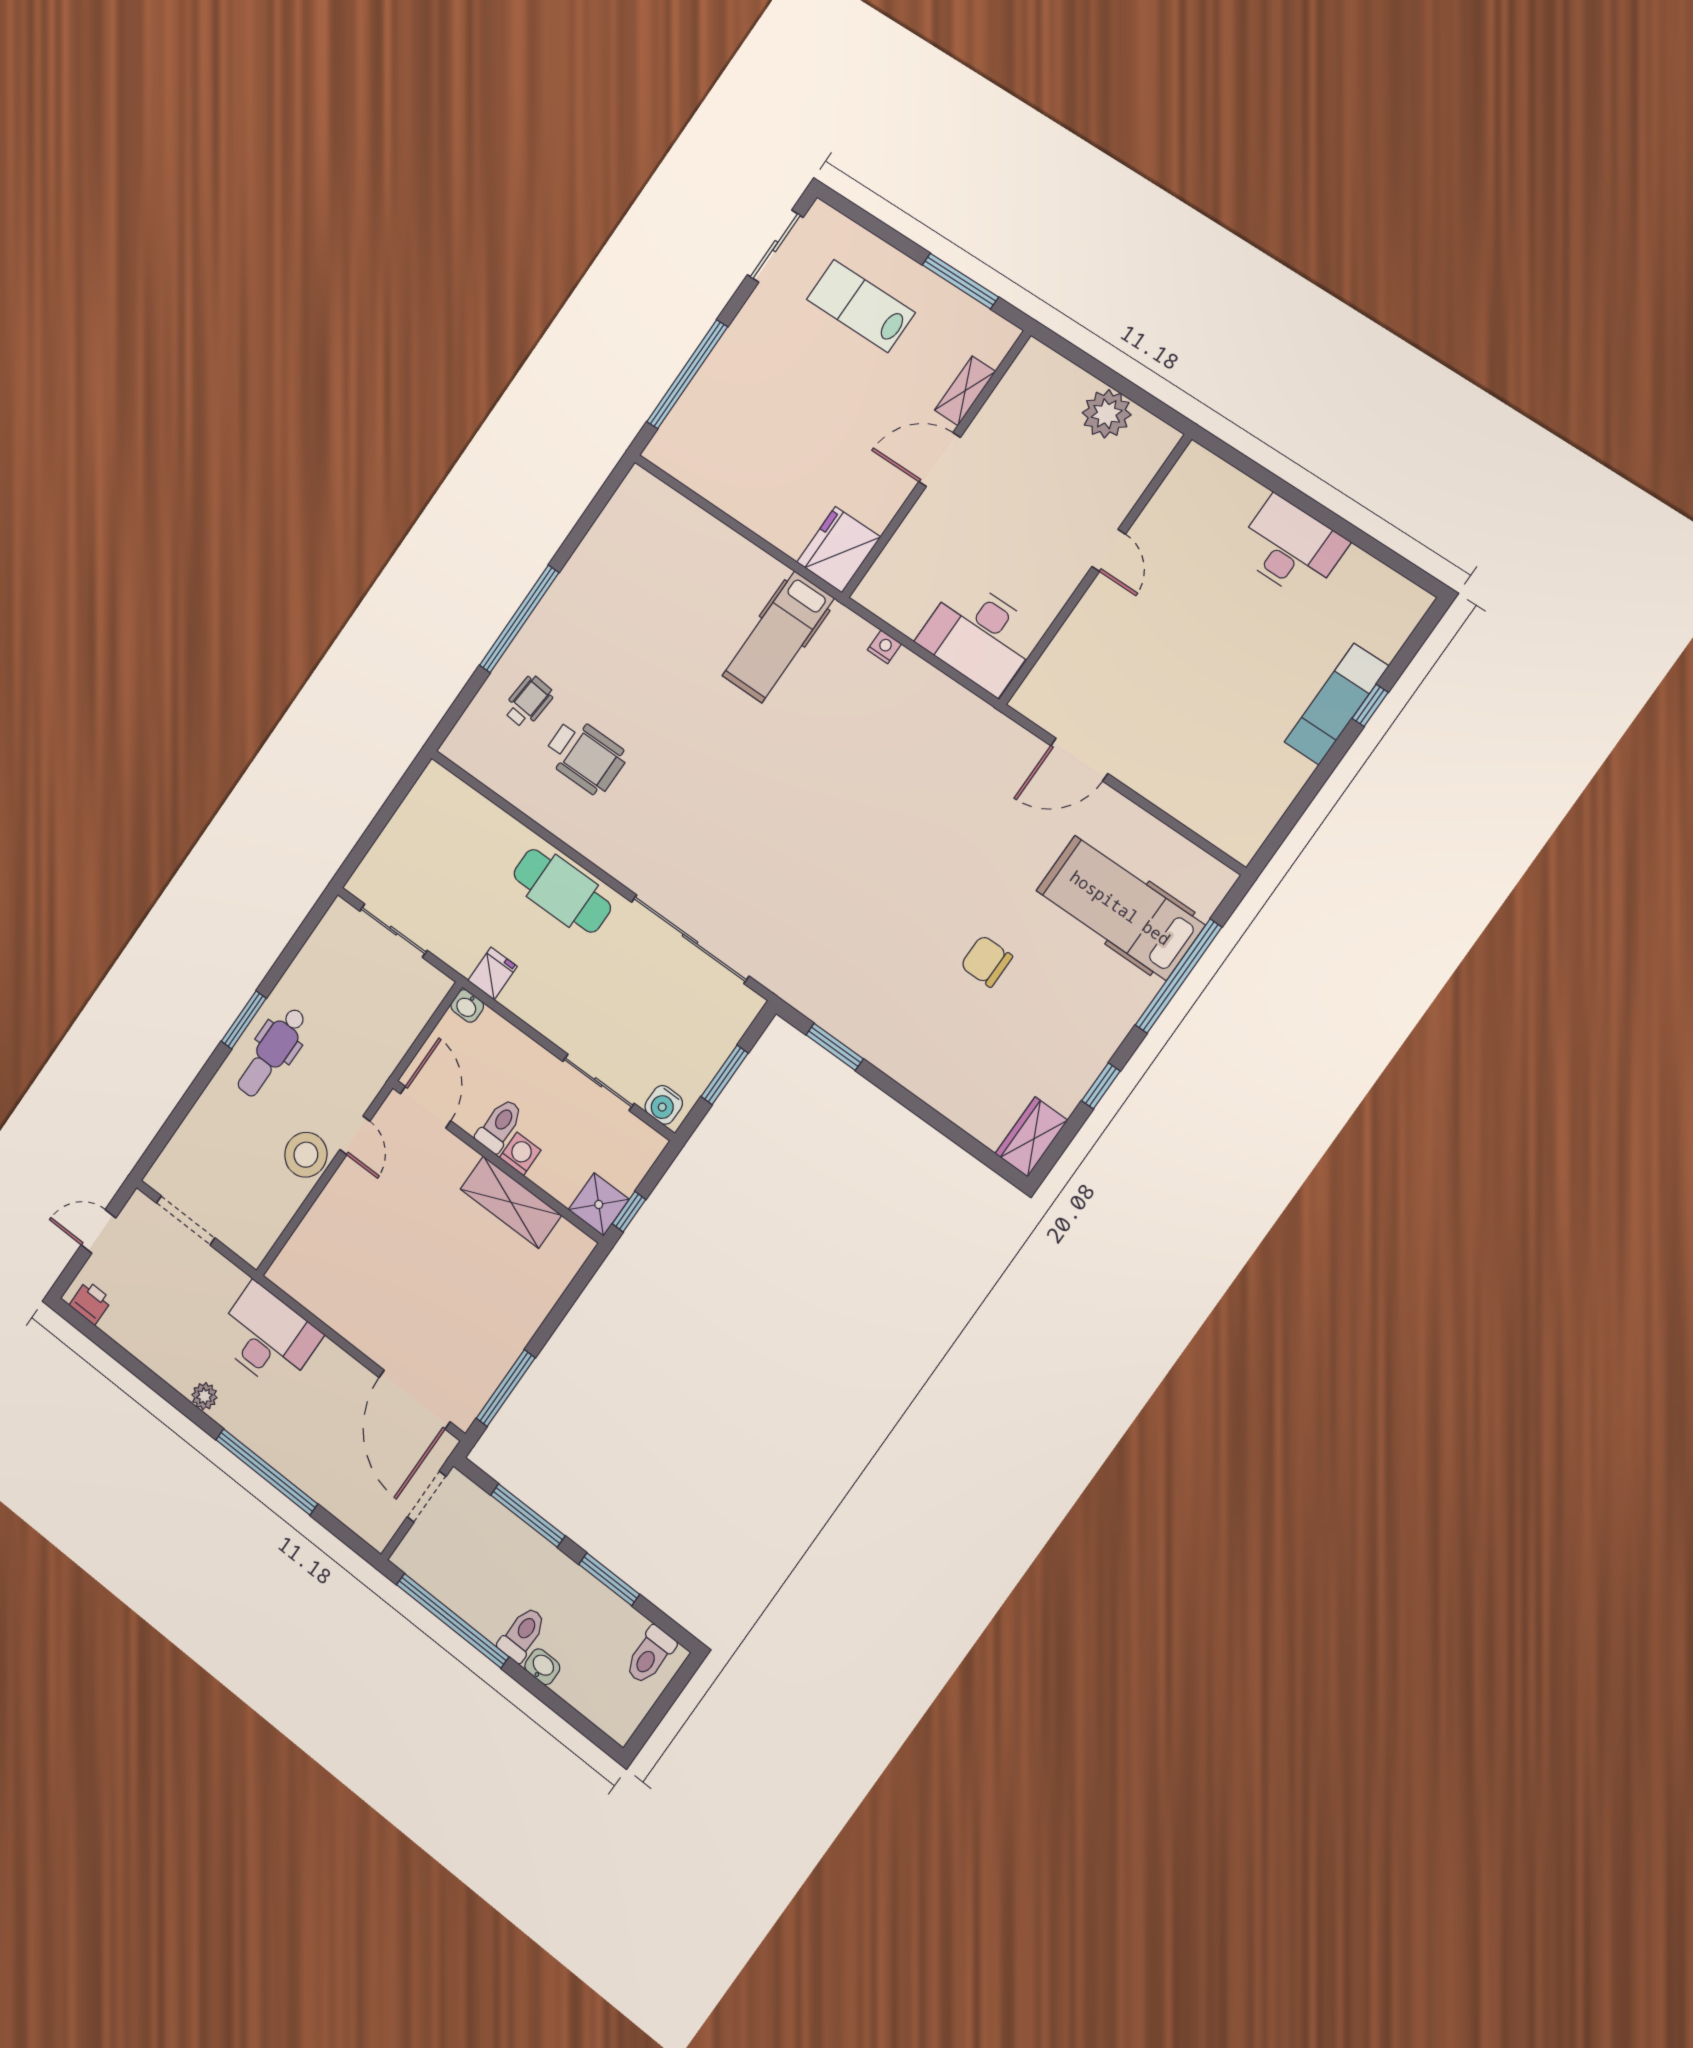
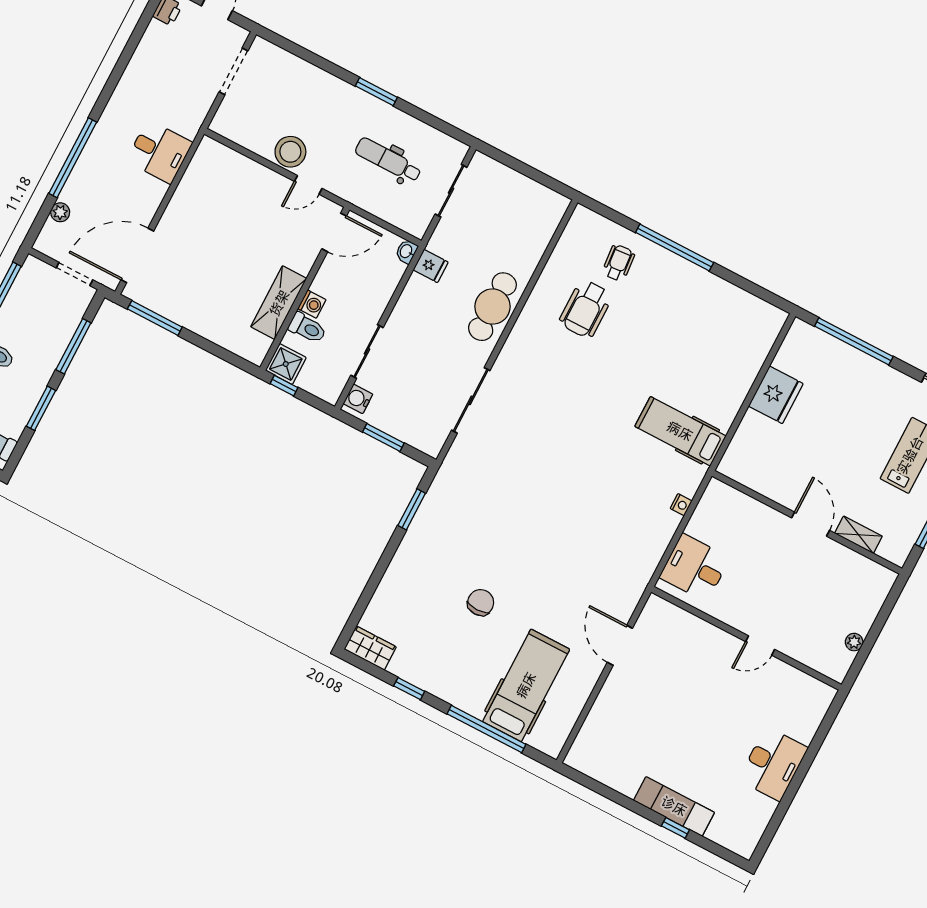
plant: (1107, 414) -> (854, 642), width x0.53, depth x0.53
fridge: (839, 550) -> (776, 395), moved, turned 90
desk: (979, 636) -> (695, 568), width x0.73
wheelchair: (528, 702) -> (618, 263), turned -100
sliding door: (690, 939) -> (471, 400), width x0.73
dental chair: (272, 1052) -> (388, 160), moved
toilet: (500, 1125) -> (307, 328), moved
desk: (268, 1337) -> (159, 152), width x0.73
plant: (204, 1396) -> (60, 212), moved

